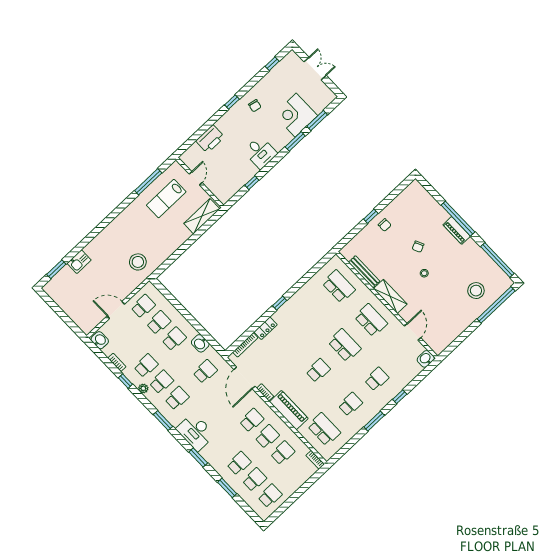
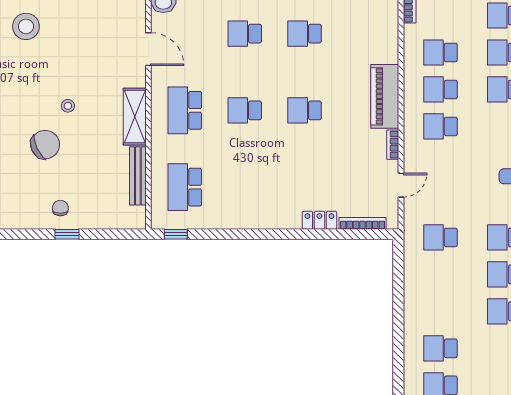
chair: (418, 247) -> (45, 145), width x1.87, depth x1.87
window: (280, 303) -> (176, 234), moved
door: (413, 332) -> (148, 49), swing flipped
school desk: (174, 339) -> (440, 311), removed
washbasin: (200, 343) -> (414, 276), removed
school desk: (345, 345) -> (245, 110), width x0.54
door: (244, 378) -> (401, 185), width x0.53
school desk: (324, 429) -> (365, 34), removed

